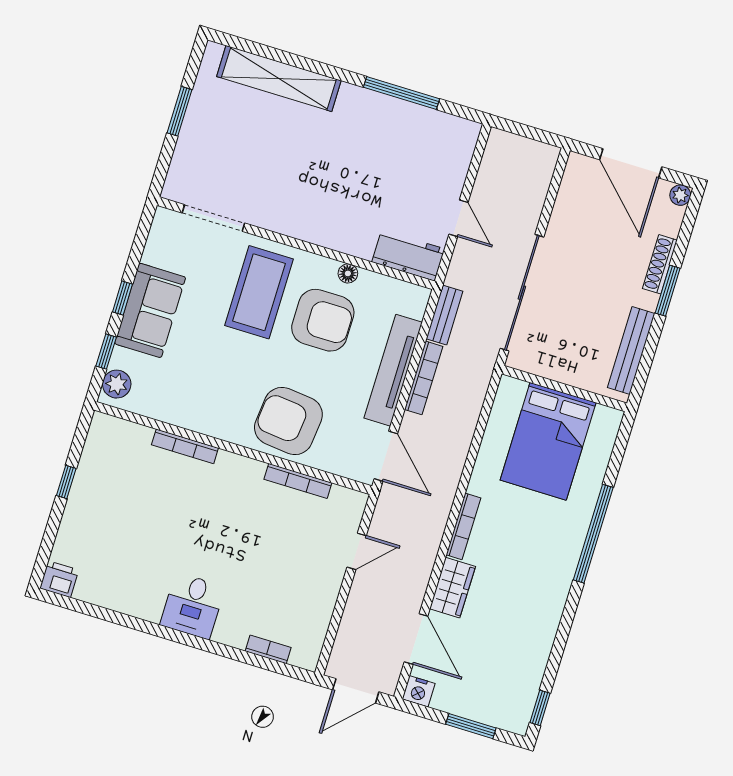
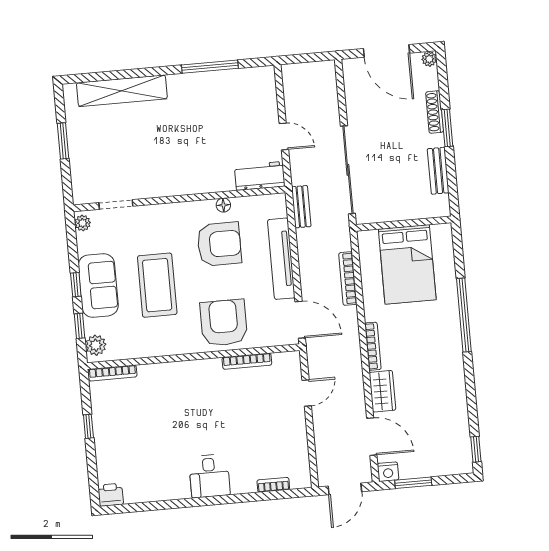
doorway: (213, 218) -> (116, 204), width x0.73
plant: (162, 224) -> (83, 223), added
coffee table: (259, 292) -> (157, 285), moved
bench: (631, 350) -> (438, 171), width x0.73
bookcase: (424, 378) -> (348, 279), moved, turned 180
armchair: (288, 421) -> (224, 323), turned 84
bookcase: (185, 446) -> (112, 373), moved
window: (471, 726) -> (413, 483), moved

